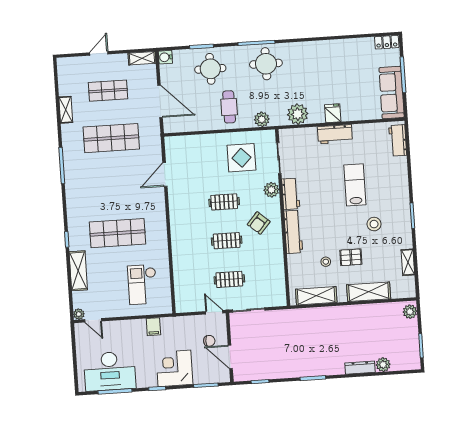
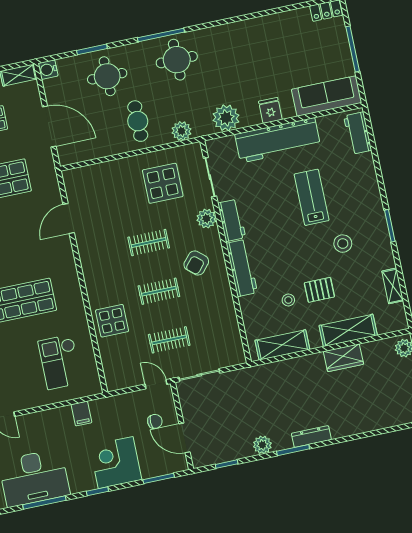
sofa: (392, 93) -> (327, 96), moved, turned 90
workbench: (335, 134) -> (278, 140), width x1.88, depth x1.32
display table: (187, 258) -> (112, 321), added
wardrobe: (362, 312) -> (343, 358), added
plant: (383, 365) -> (262, 445), moved
dresser: (360, 368) -> (311, 436), moved

